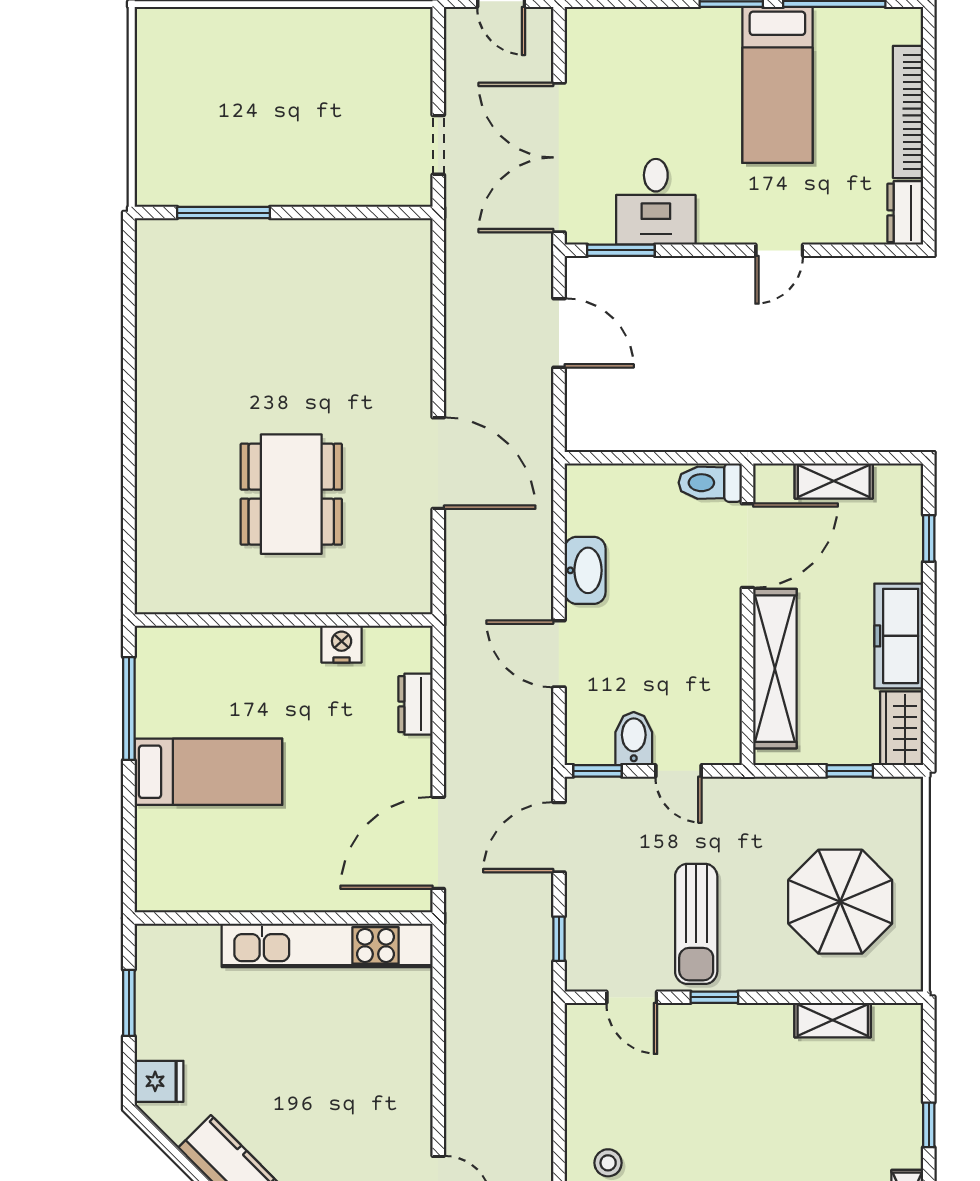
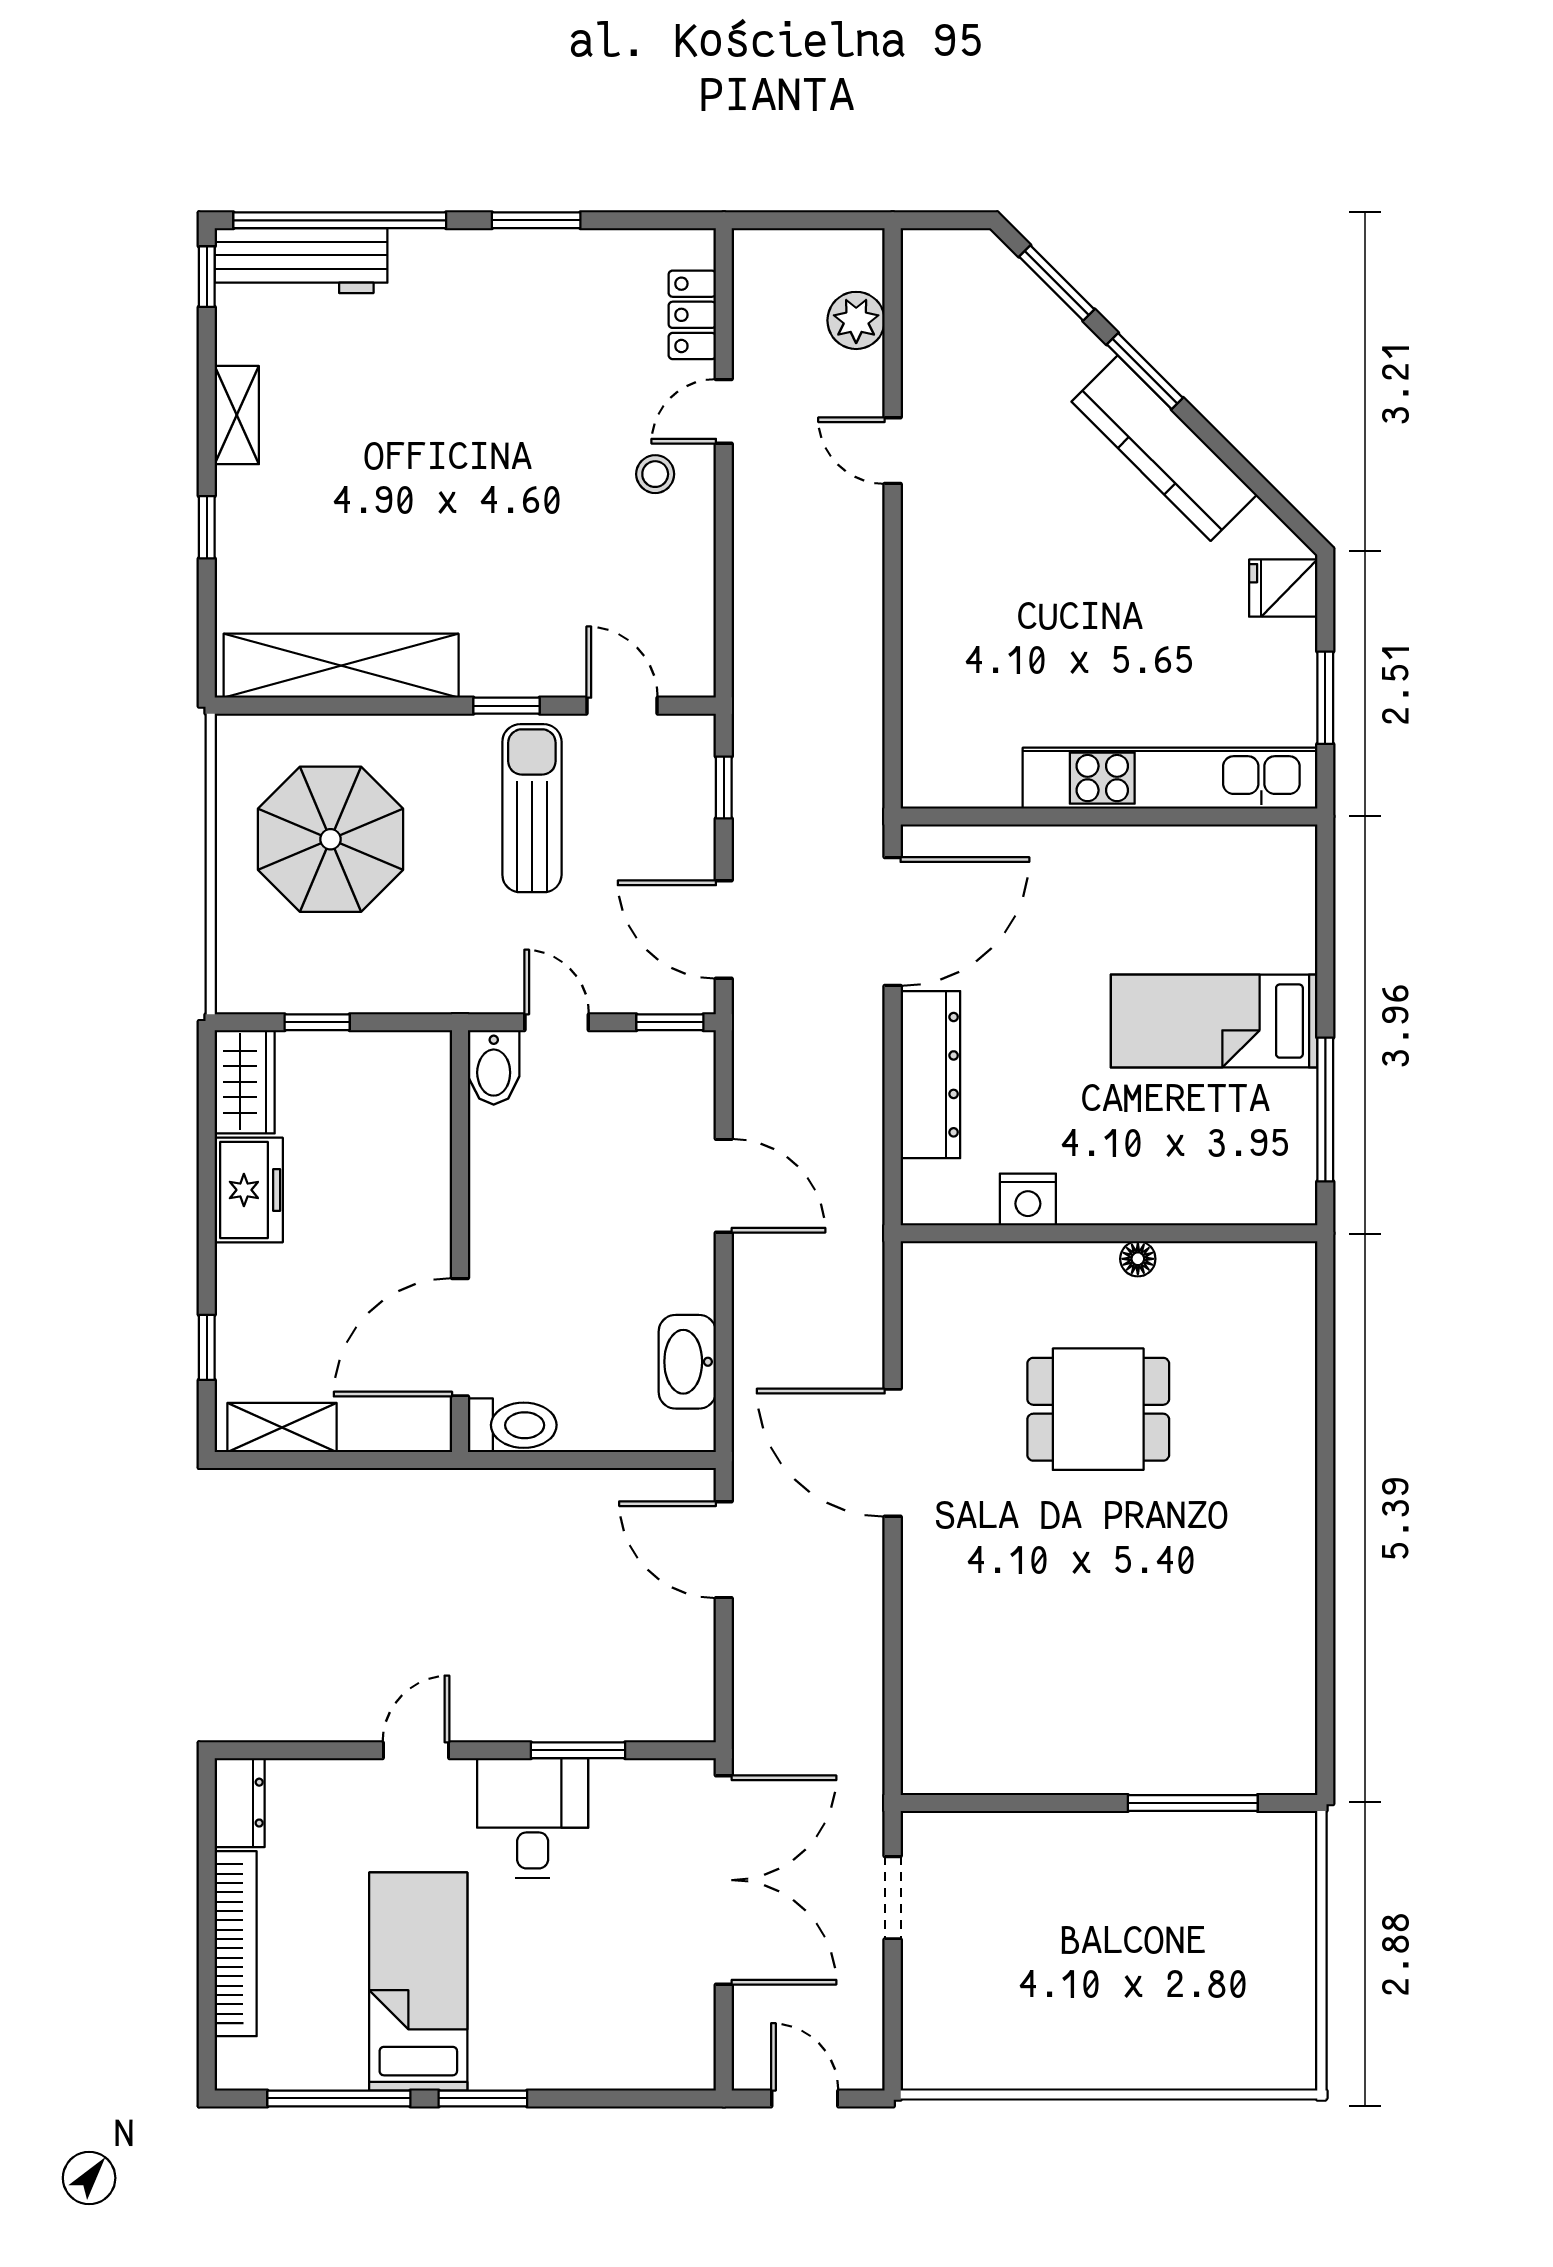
desk: (656, 202) -> (533, 1818), moved
window: (621, 250) -> (578, 1750), moved
door: (559, 333) -> (724, 1550), moved
shelving: (834, 481) -> (282, 1428), moved
dining table: (291, 494) -> (1098, 1409), width x0.73
washbasin: (585, 570) -> (687, 1362), moved
floor lamp: (263, 602) -> (1138, 1259), added
freezer: (899, 636) -> (249, 1190), width x0.71
shelving: (775, 669) -> (422, 1165), removed
dresser: (415, 704) -> (930, 1075), width x1.96, depth x1.24
bidet: (634, 739) -> (494, 1067), moved
door: (559, 837) -> (724, 929), swing flipped
kitchen unit: (327, 945) -> (1170, 778), moved
shelving: (833, 1020) -> (341, 666), width x2.20, depth x1.33

